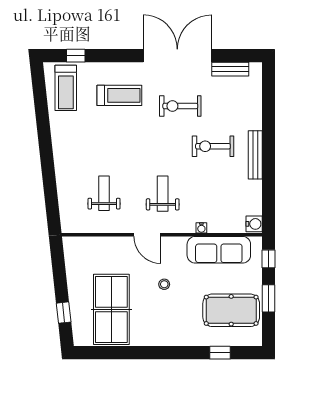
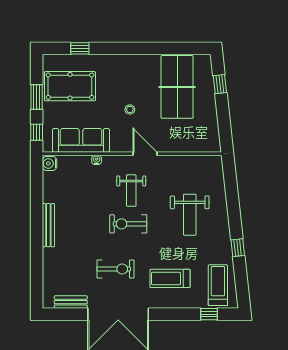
window: (44, 130) -> (238, 248), added
exercise bike: (213, 146) -> (128, 224), moved, turned 180
weight bench: (104, 193) -> (190, 215), moved, width x1.36, depth x1.33

